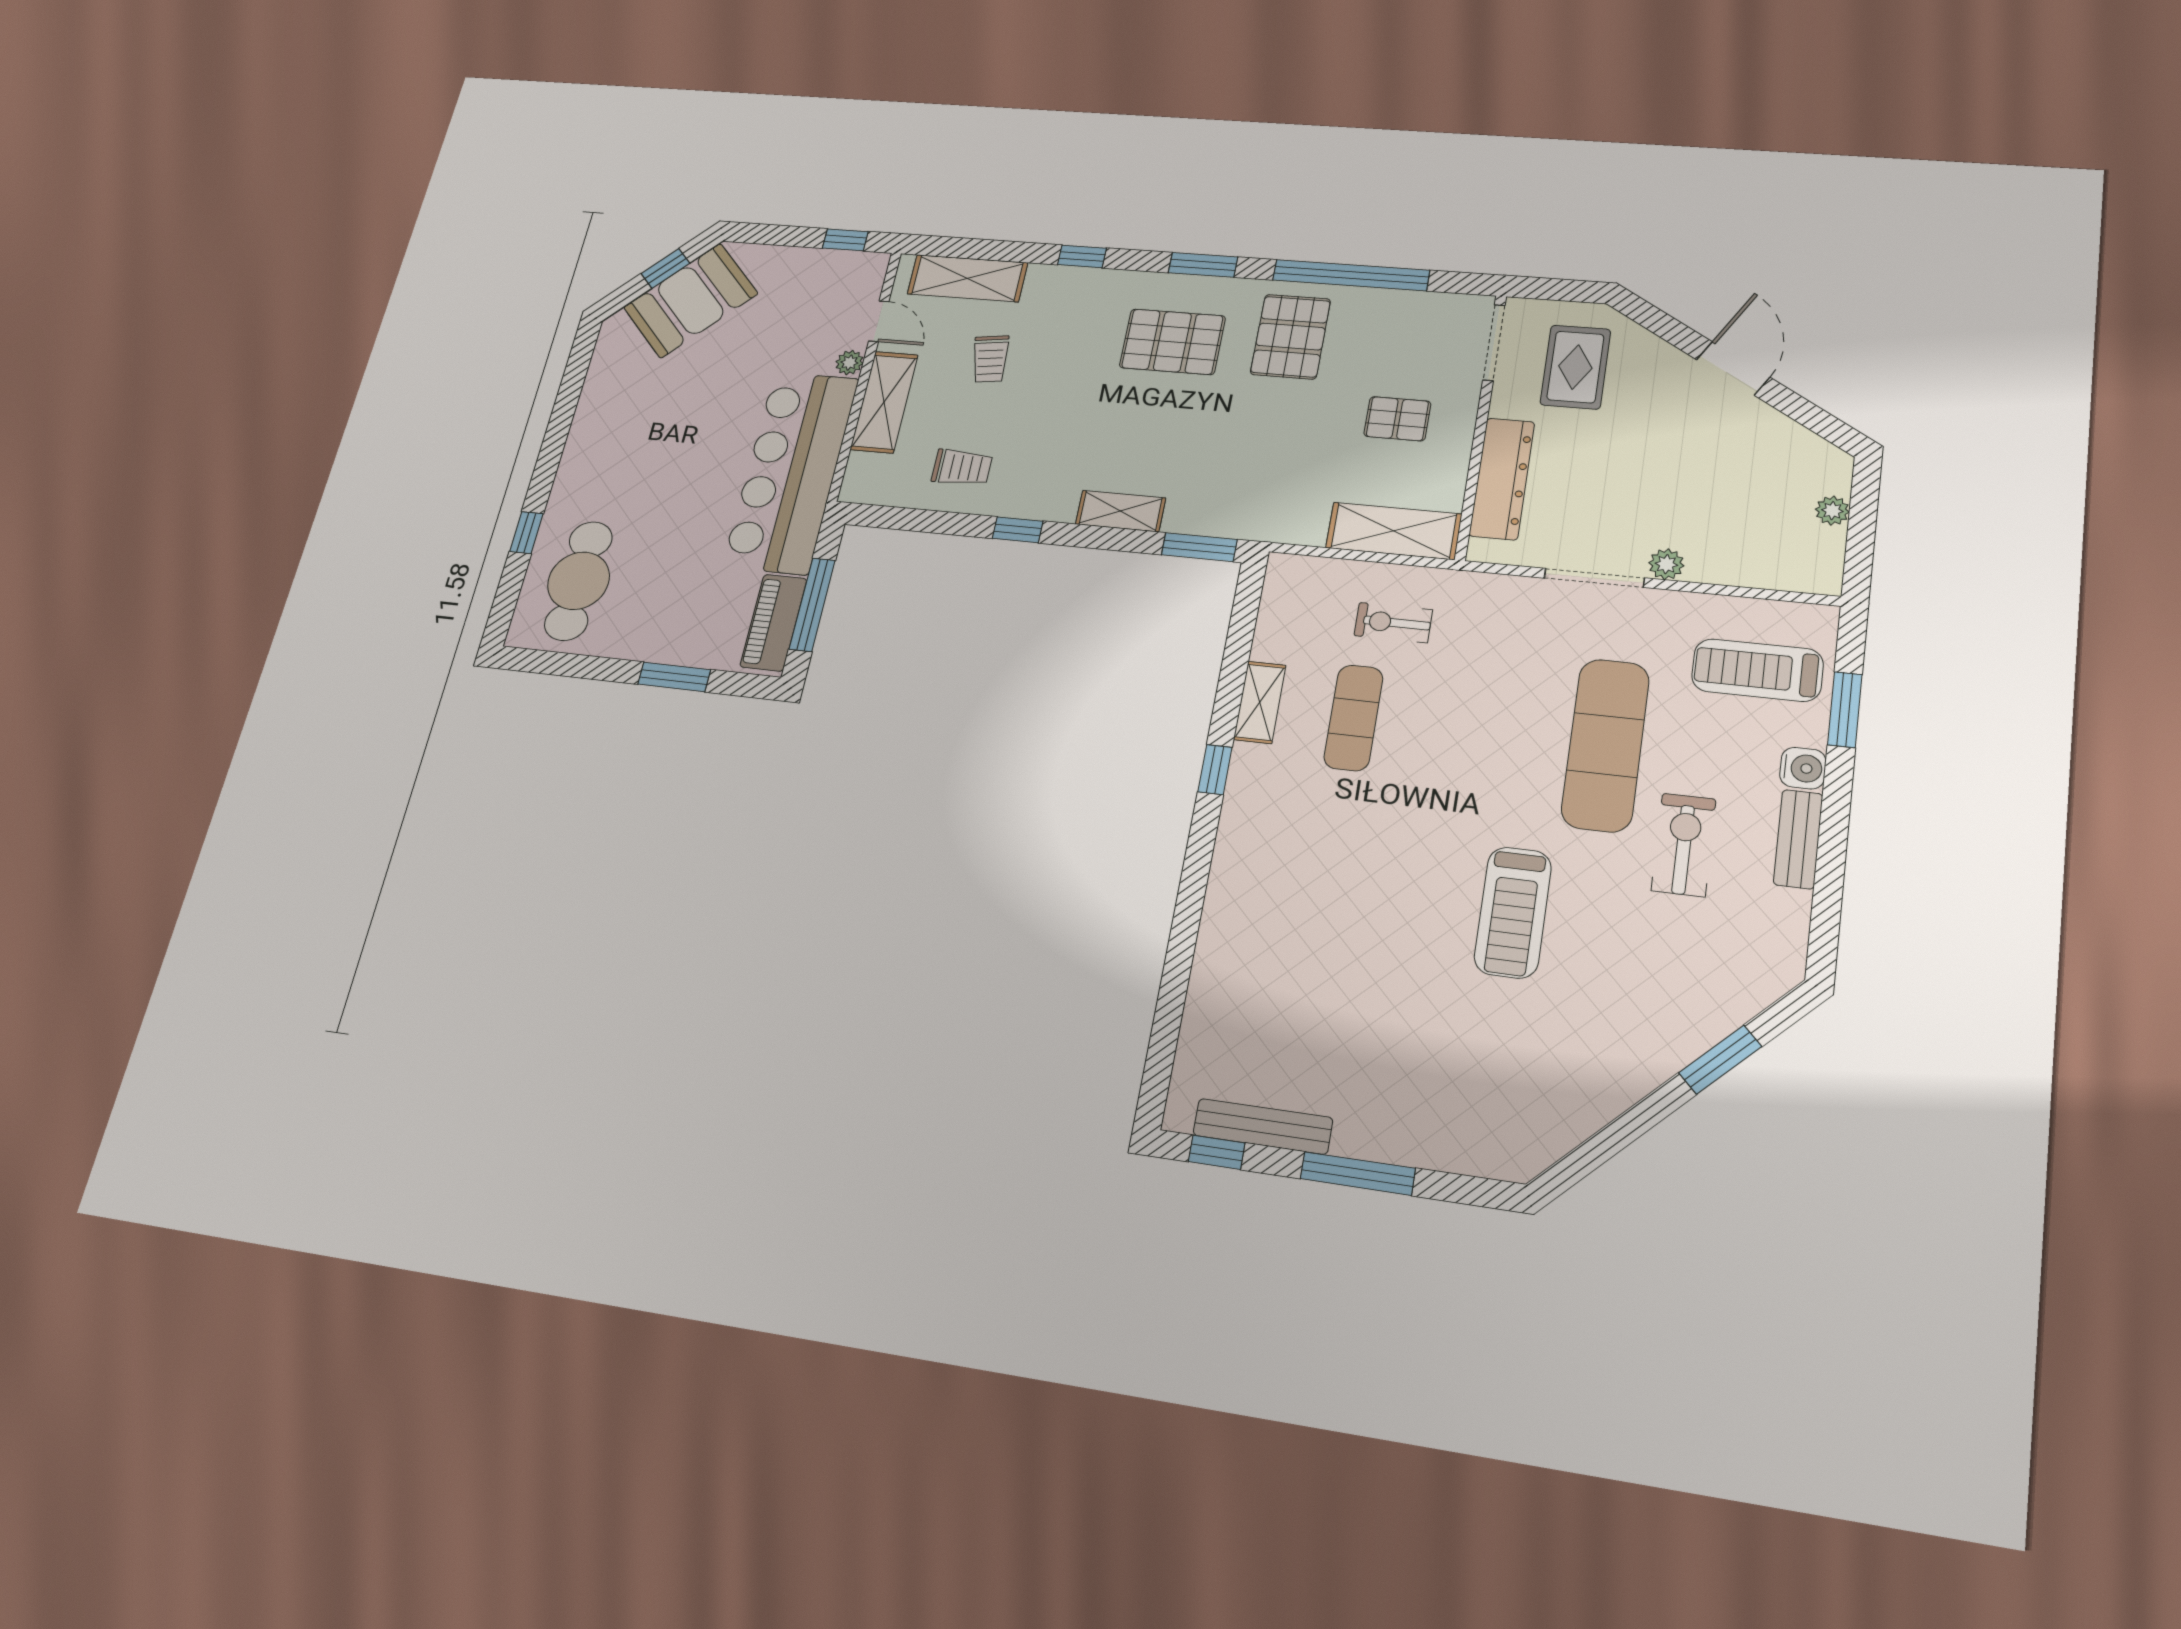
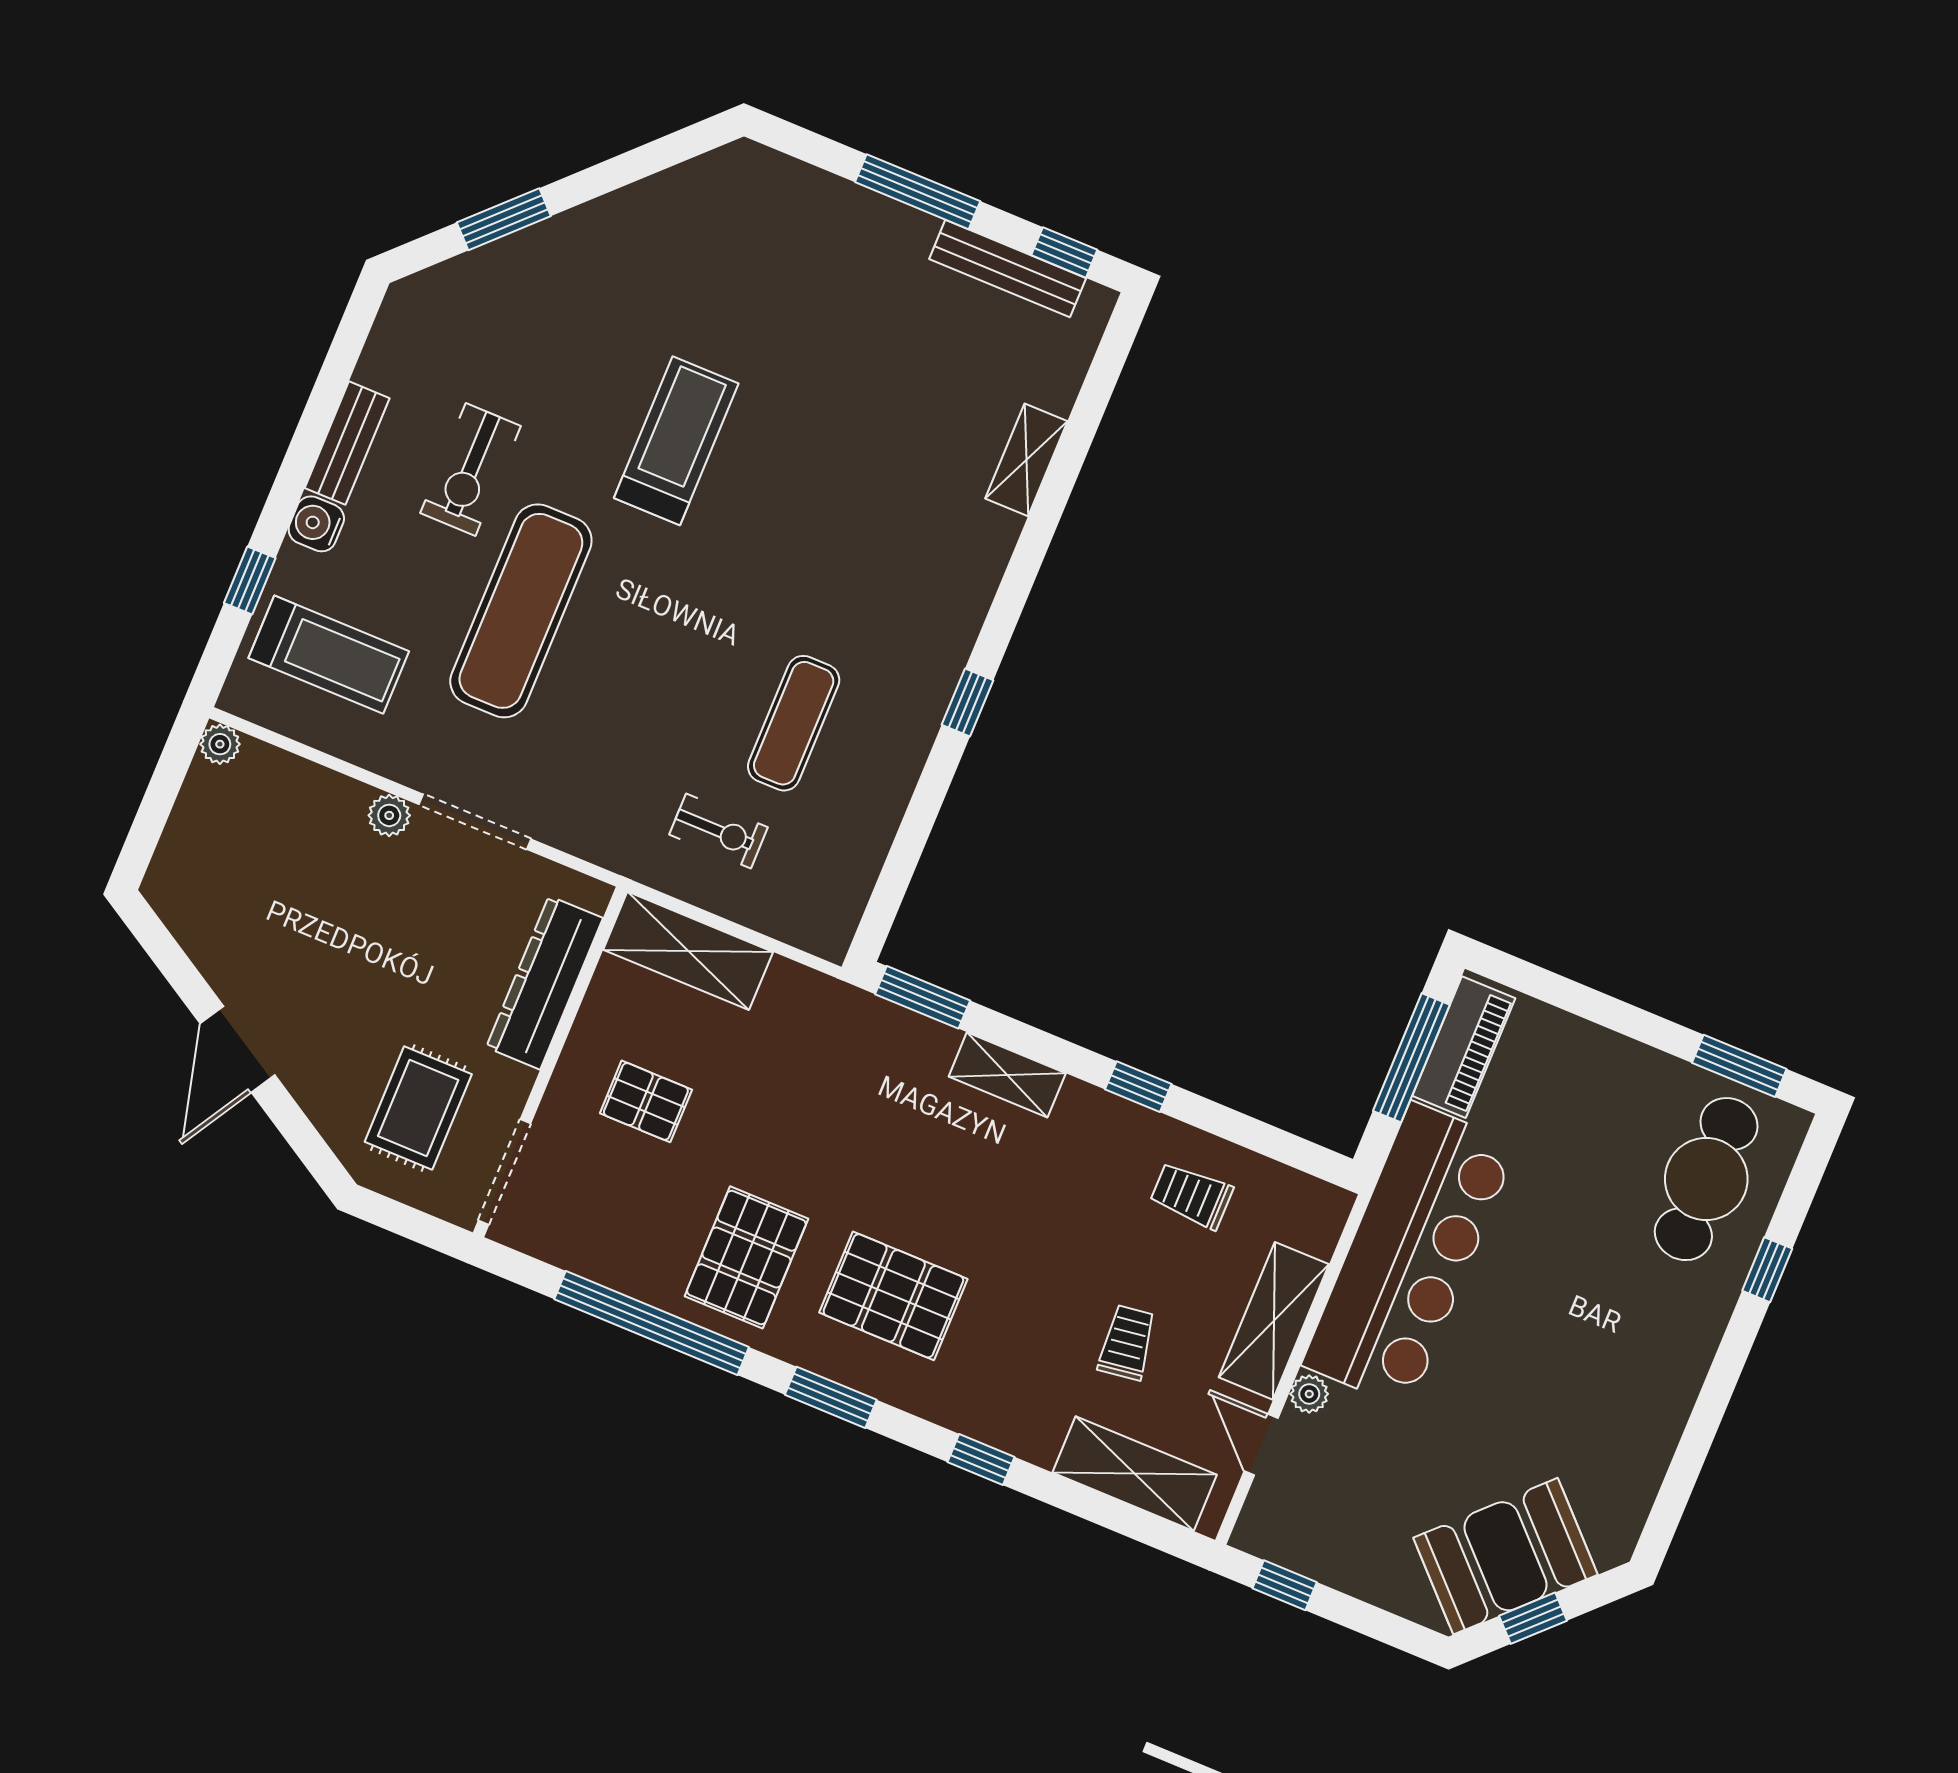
plant: (1832, 511) -> (220, 744), moved
window: (674, 677) -> (1739, 1066), moved
shelving: (1260, 702) -> (1026, 460), moved
window: (1845, 710) -> (250, 581), width x0.67

